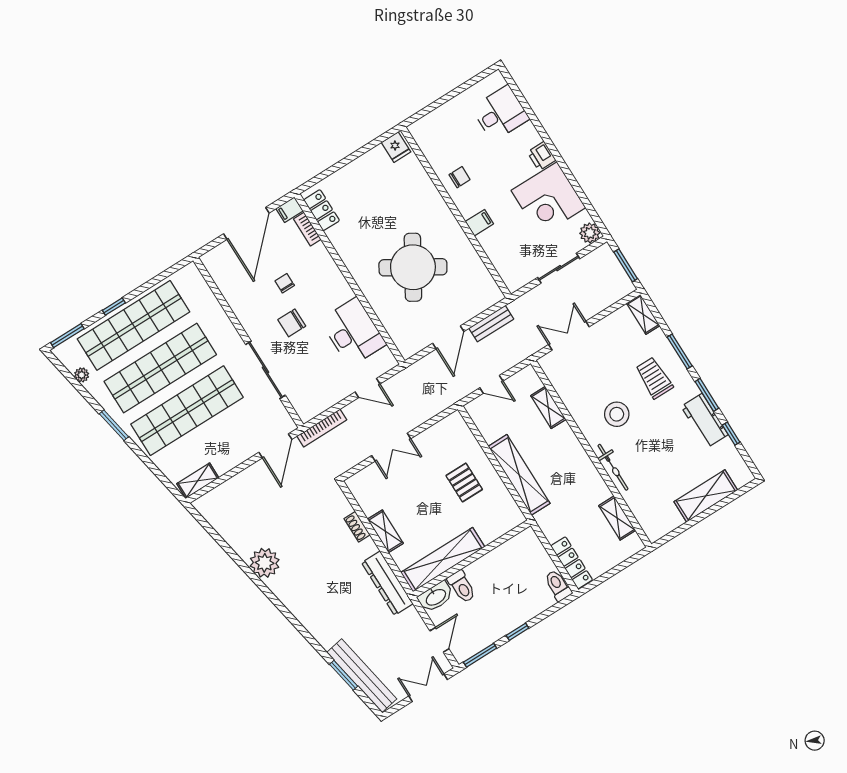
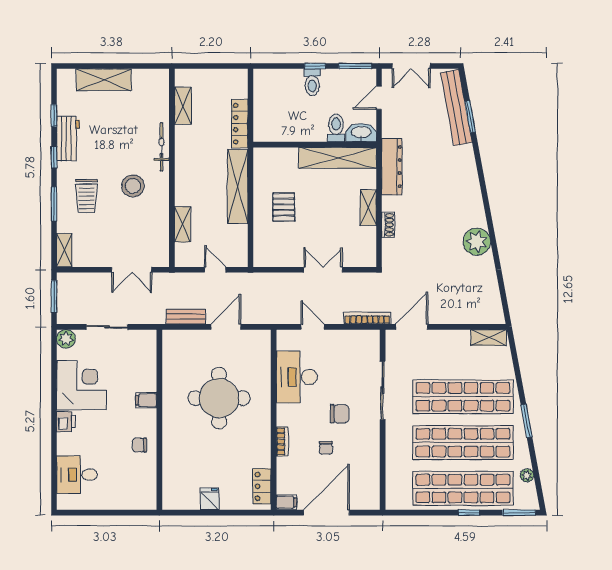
fridge: (396, 147) -> (210, 499), moved
bookcase: (307, 229) -> (282, 441), moved
round table: (413, 267) -> (219, 398), turned -31
window: (707, 395) -> (54, 157), width x0.67
locker: (572, 563) -> (240, 124), moved
toilet: (558, 585) -> (312, 82), moved

